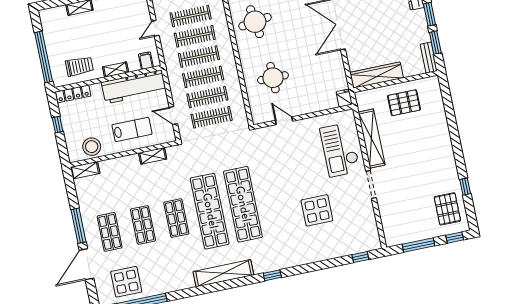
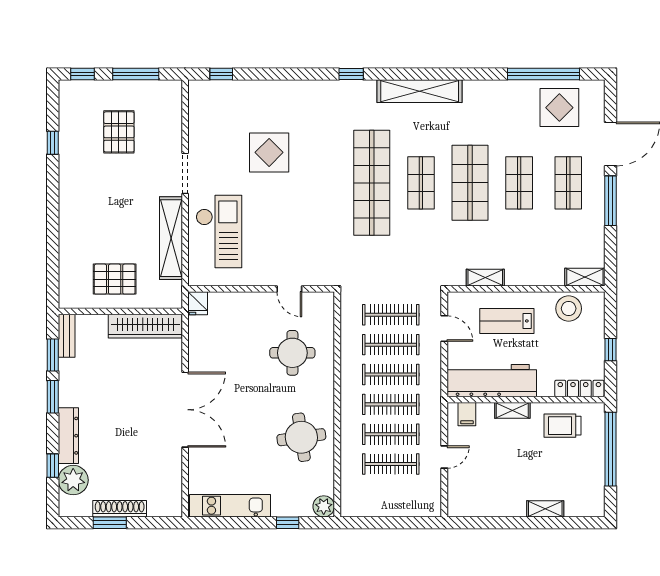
pallet: (447, 209) -> (119, 132), moved
shop shelf: (210, 211) -> (421, 183), width x0.50, depth x0.74
shop shelf: (176, 218) -> (470, 183), width x1.43, depth x1.36

